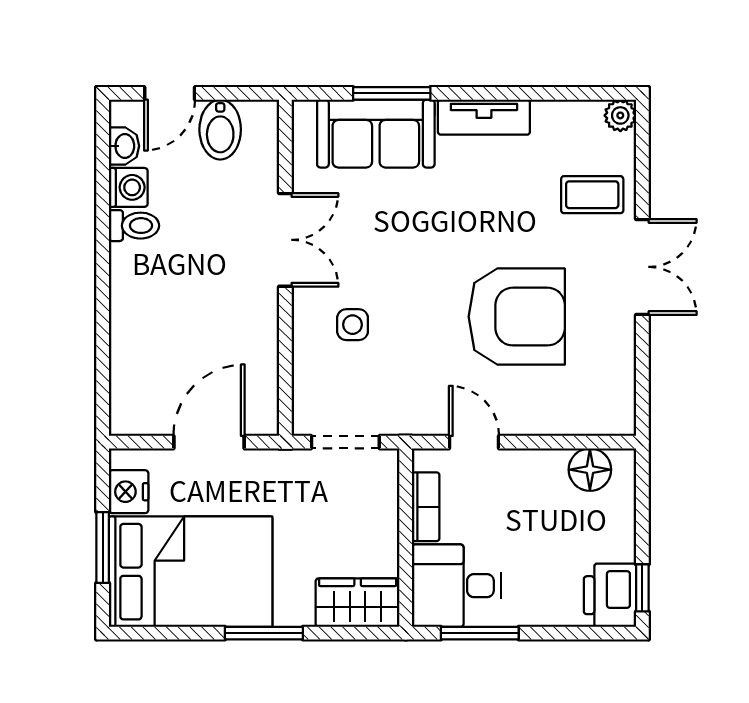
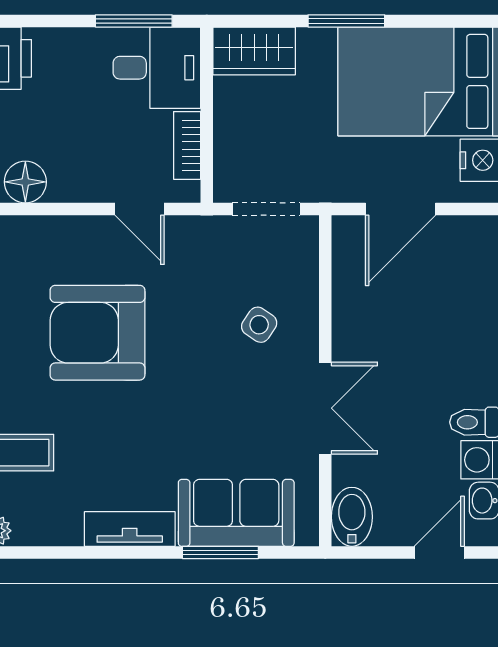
bidet: (220, 130) -> (352, 517), moved
double door: (285, 240) -> (325, 408), swing flipped
side table: (353, 325) -> (259, 325), turned 34

